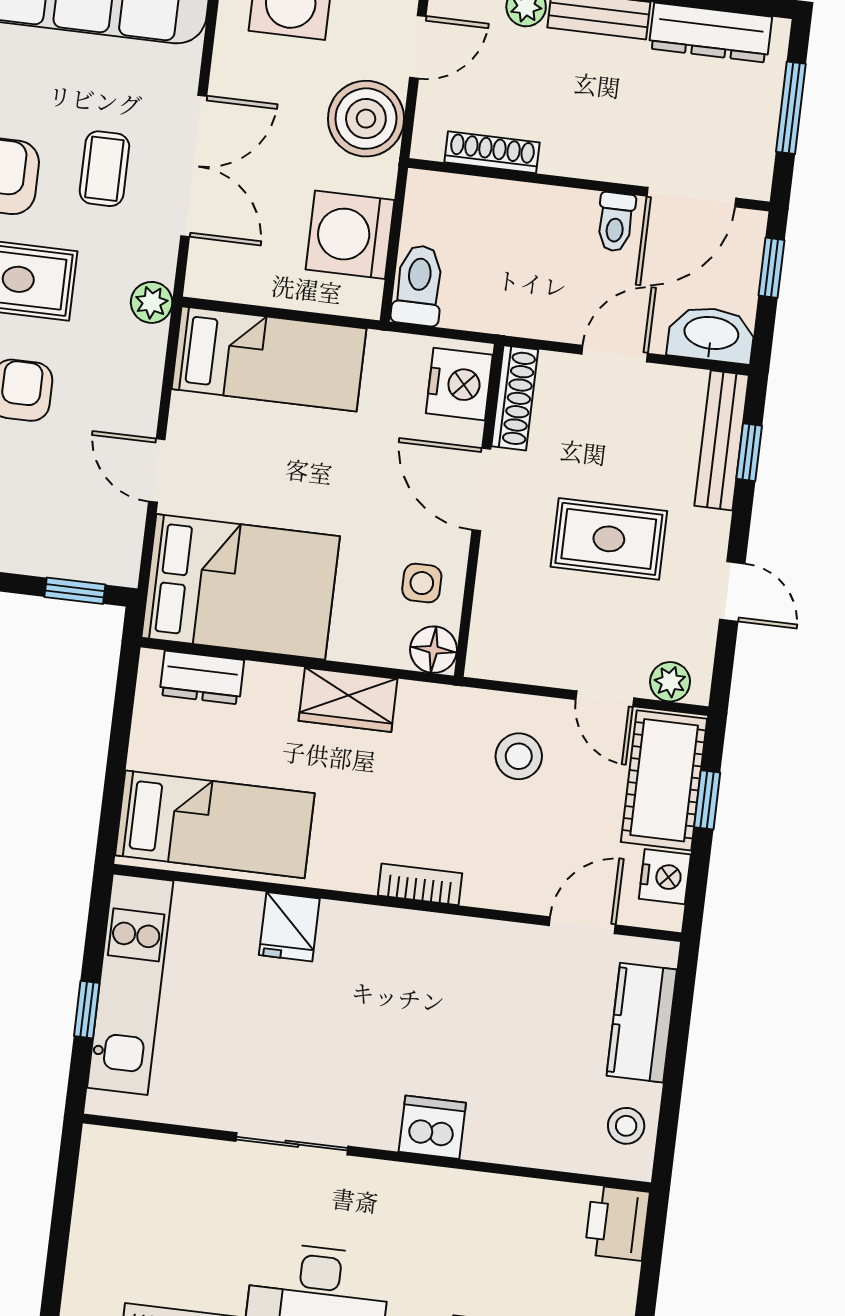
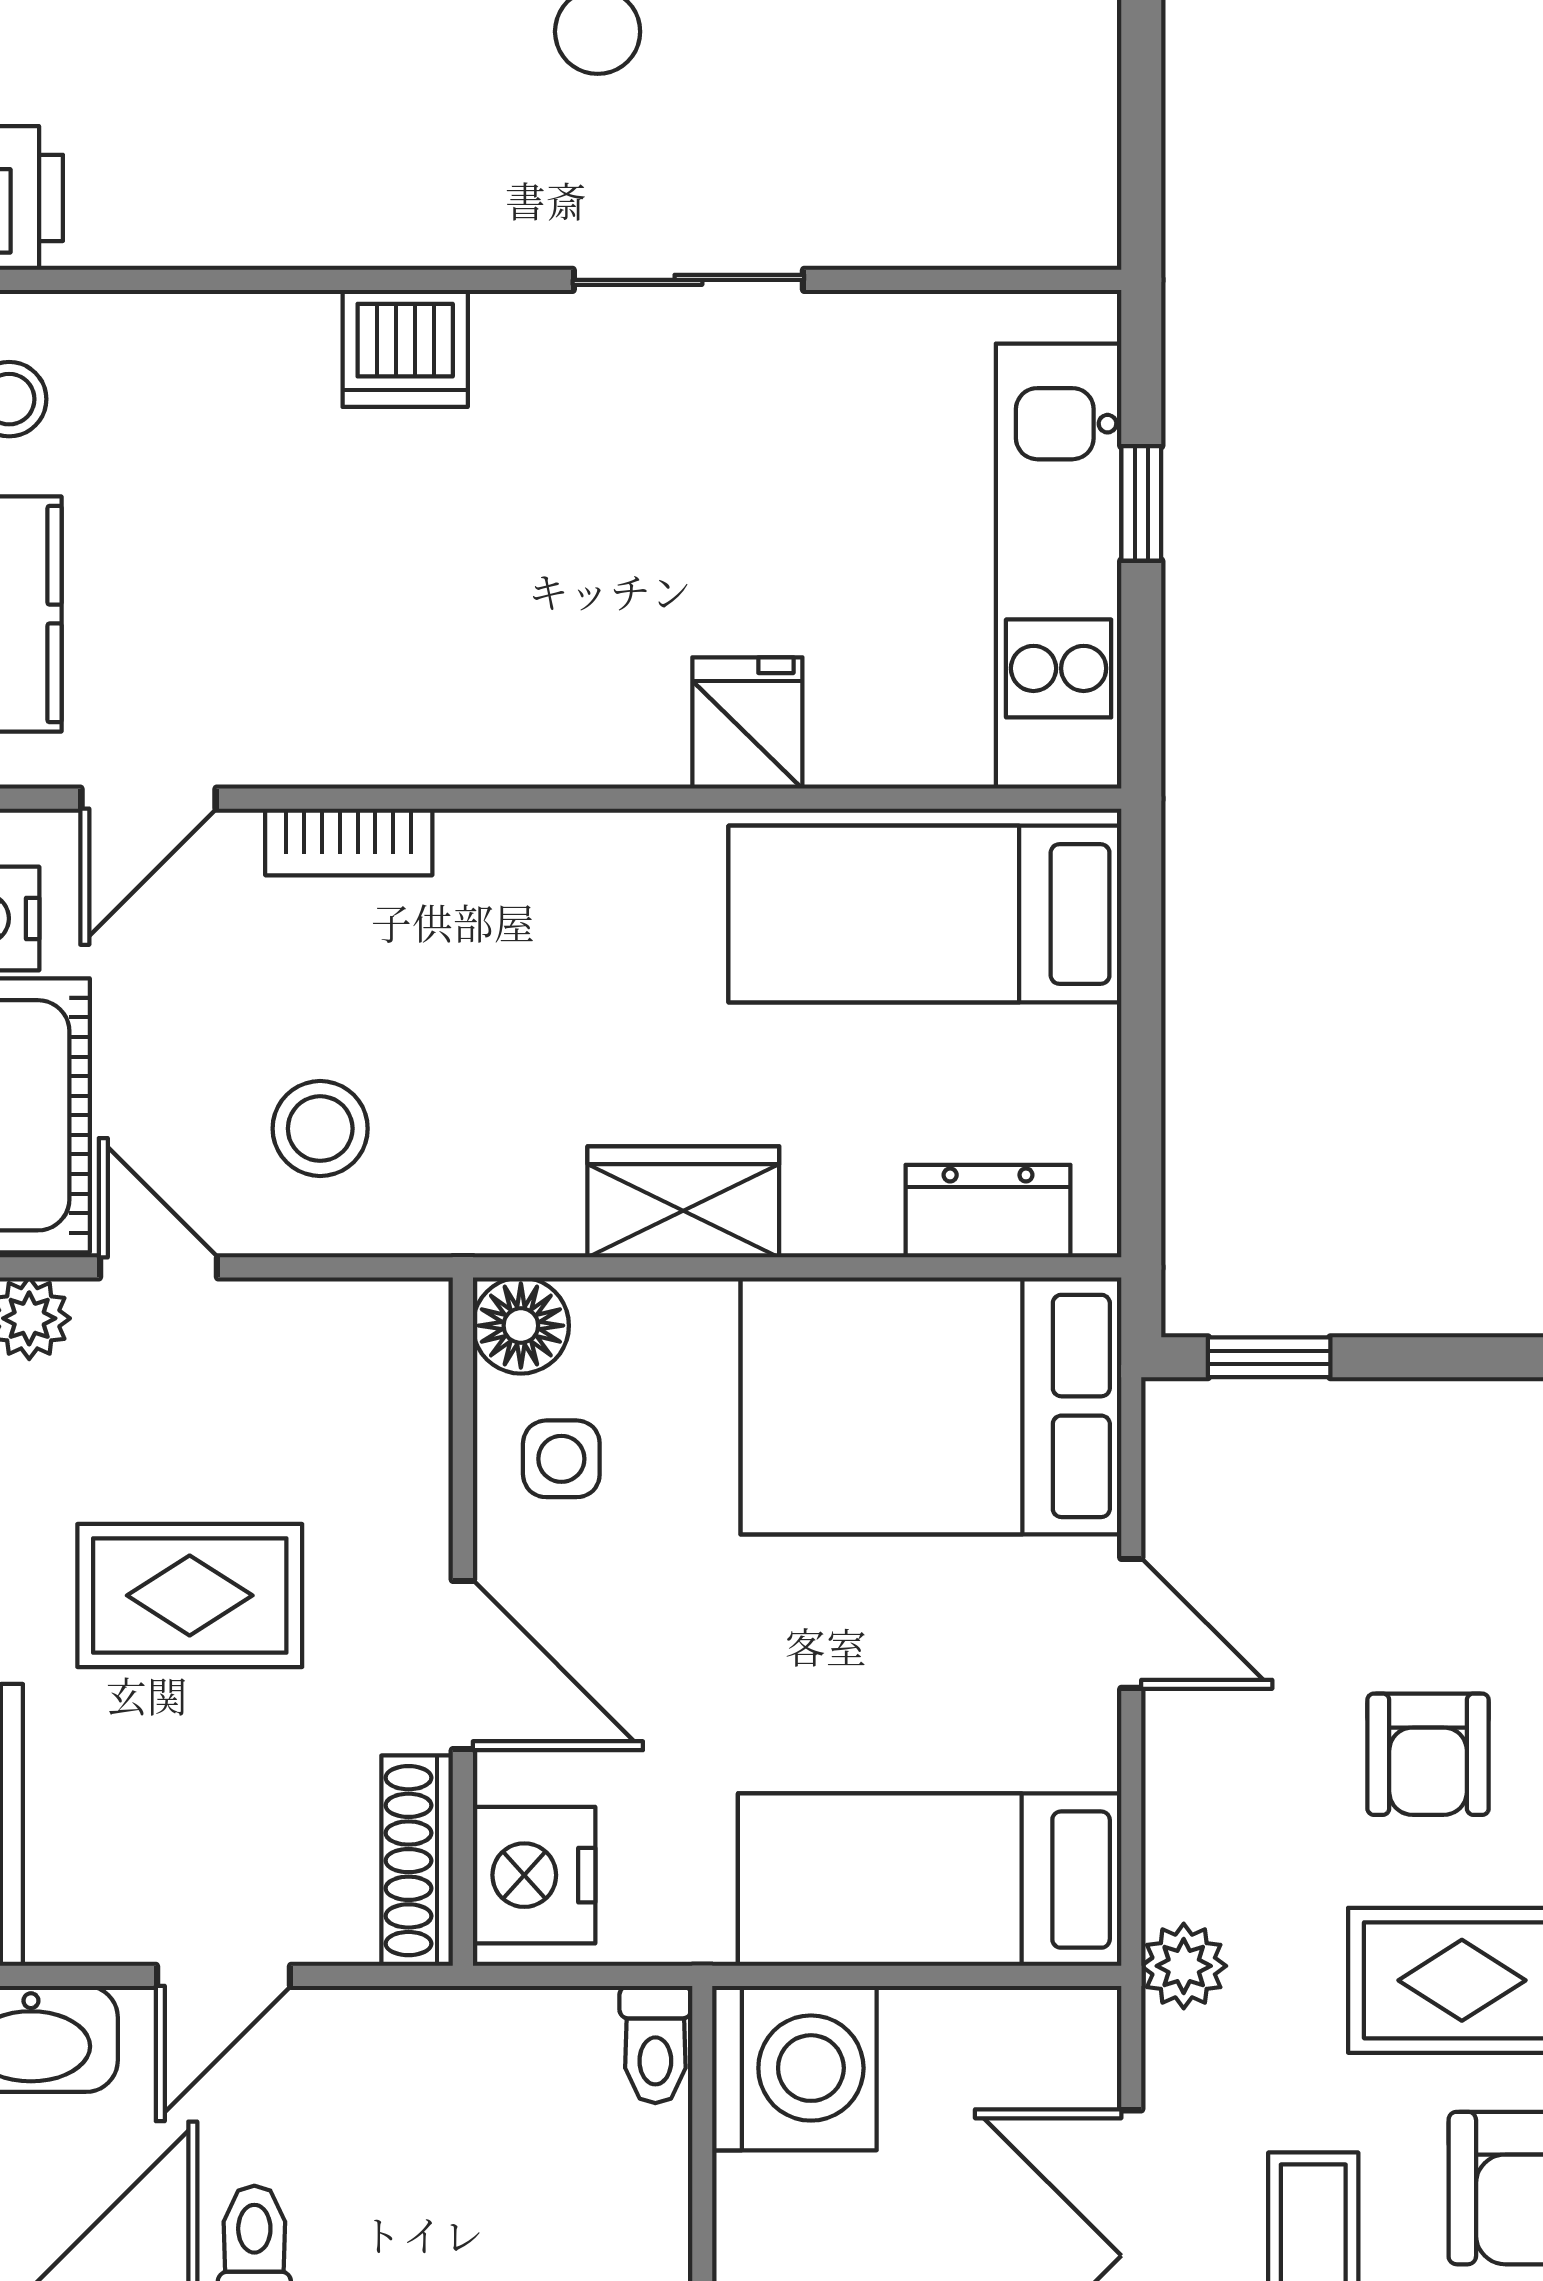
washing machine: (350, 235) -> (794, 2068), moved
toilet: (418, 285) -> (655, 2044), width x0.73, depth x0.72
bookcase: (420, 884) -> (349, 842), moved

